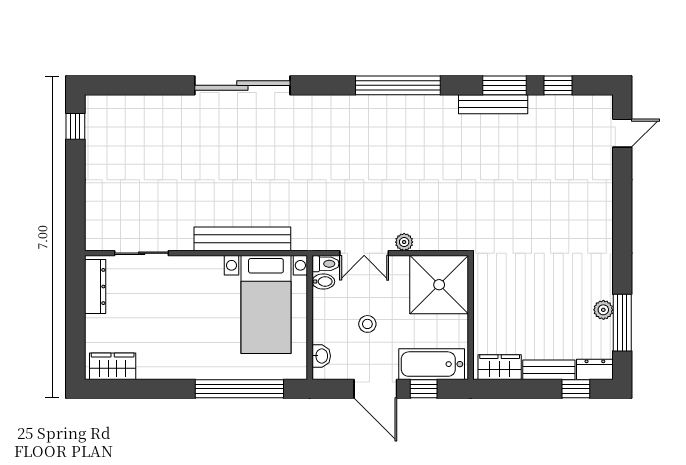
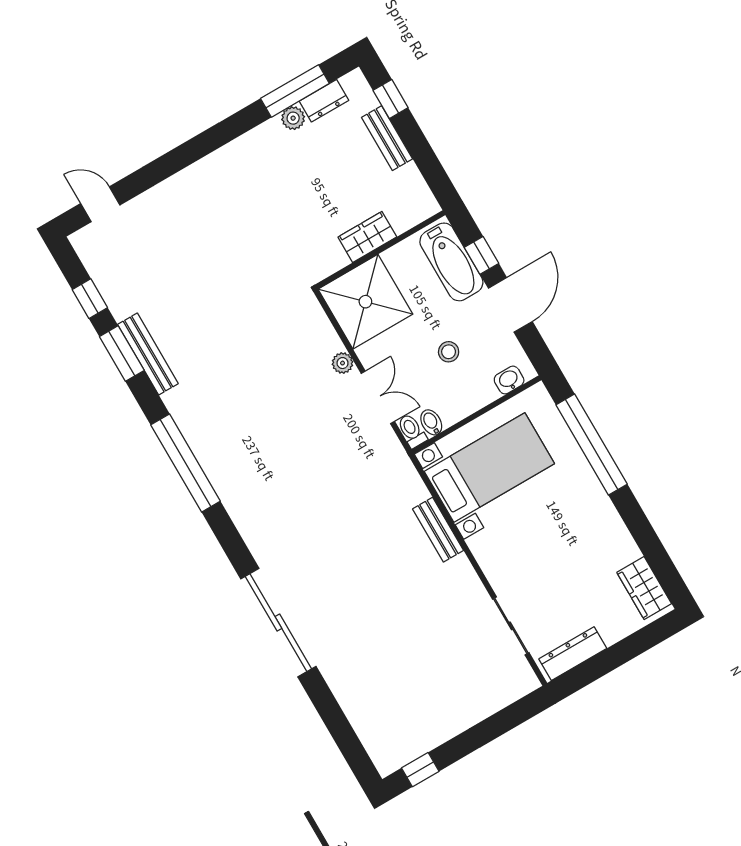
bench: (242, 239) -> (438, 530), width x0.54, depth x0.82
wardrobe: (500, 367) -> (367, 237), moved, turned 90
dresser: (595, 369) -> (324, 101), moved, turned -90

